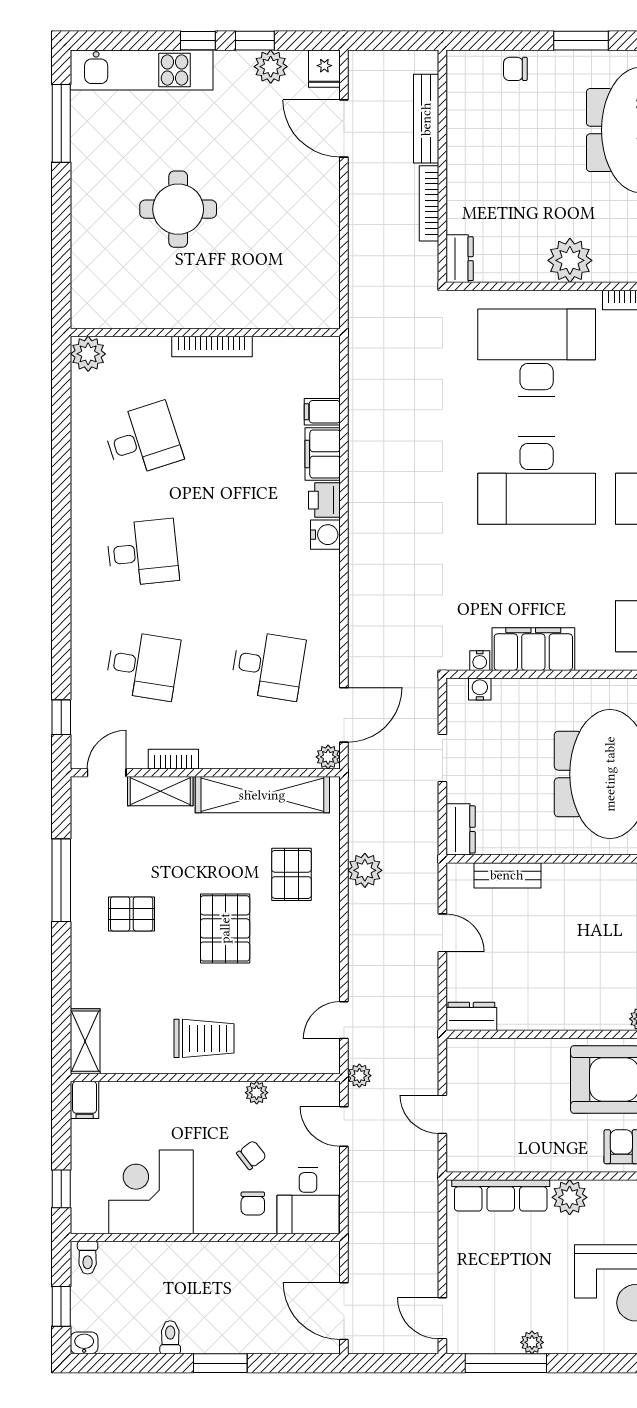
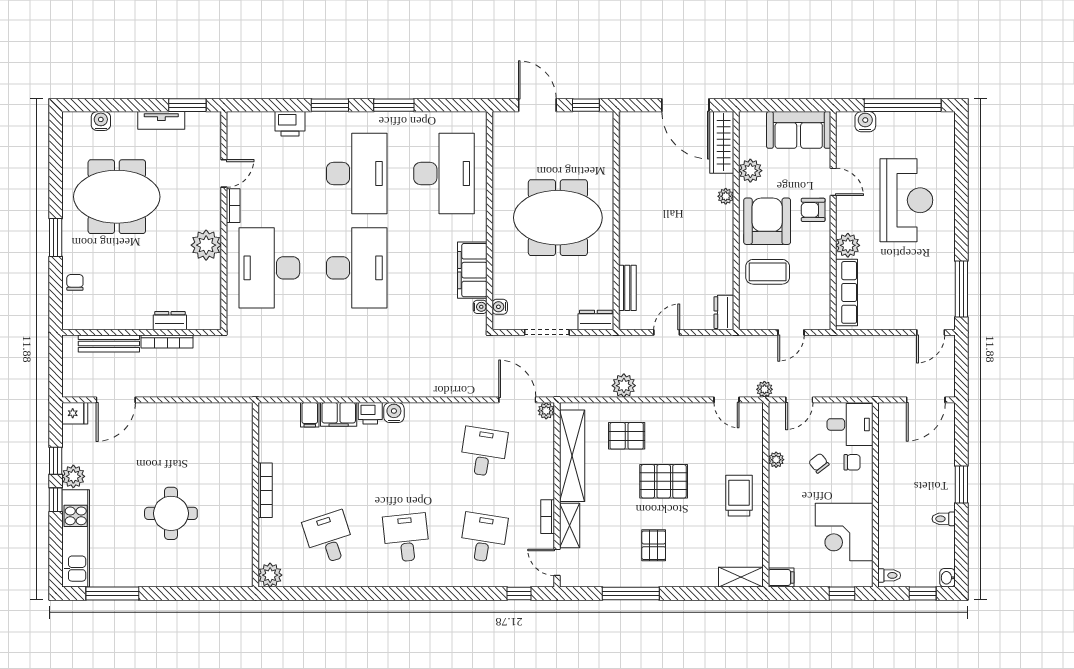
plant: (271, 67) -> (73, 476), moved
chair: (515, 69) -> (75, 282), turned 180
dresser: (460, 259) -> (170, 321), moved
doorway: (442, 758) -> (547, 332), width x1.38
coffee table: (531, 1080) -> (768, 272), added
plant: (532, 1342) -> (947, 271), removed

